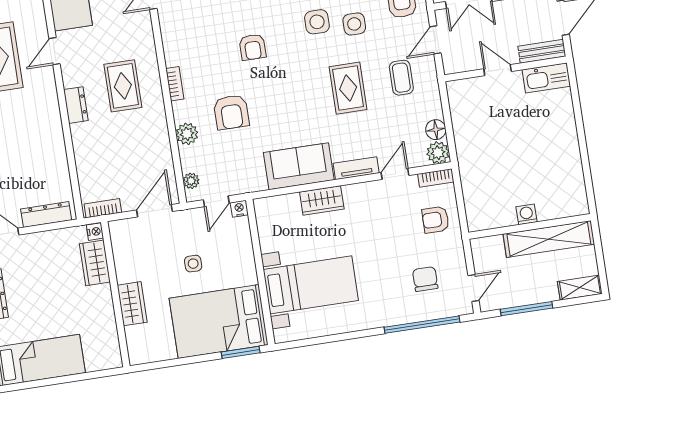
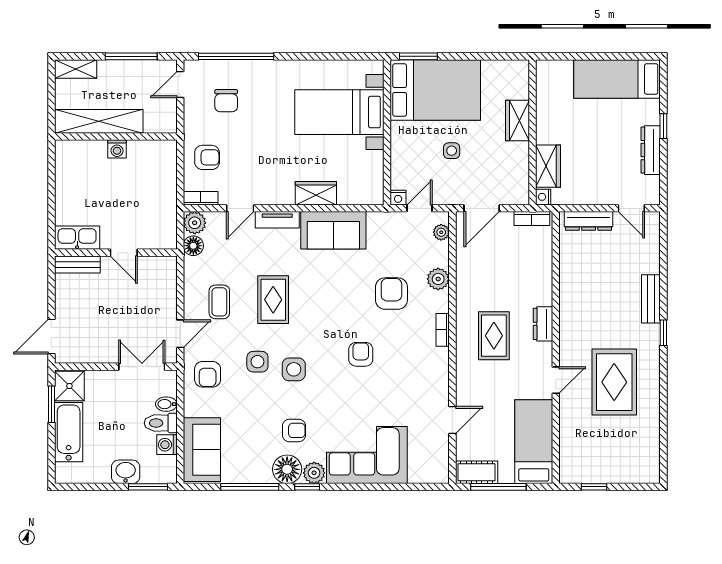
bench: (542, 51) -> (77, 265), moved
wall: (505, 69) -> (116, 253), moved
door: (498, 70) -> (124, 253), moved
kitchen sink: (546, 78) -> (77, 238), moved

